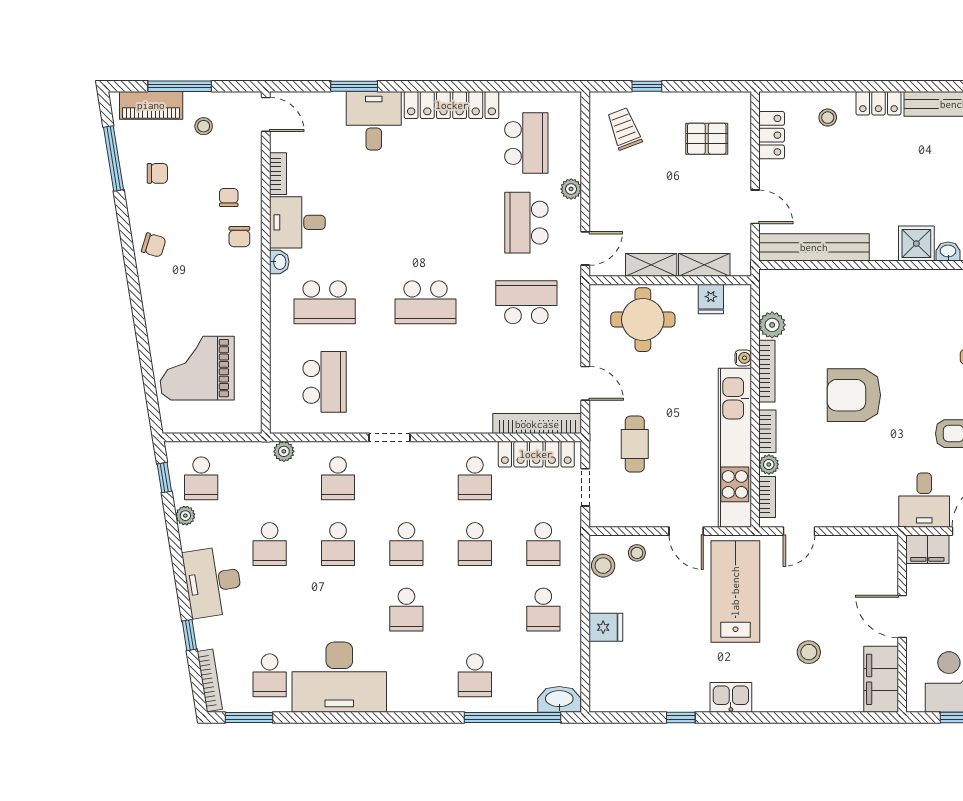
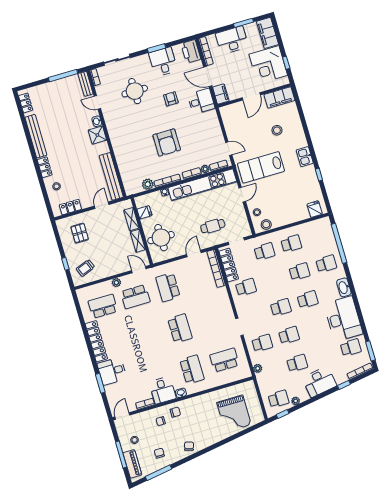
school desk: (475, 544) -> (299, 272), moved
fridge: (606, 627) -> (315, 209), moved
washbasin: (559, 699) -> (344, 287), moved

